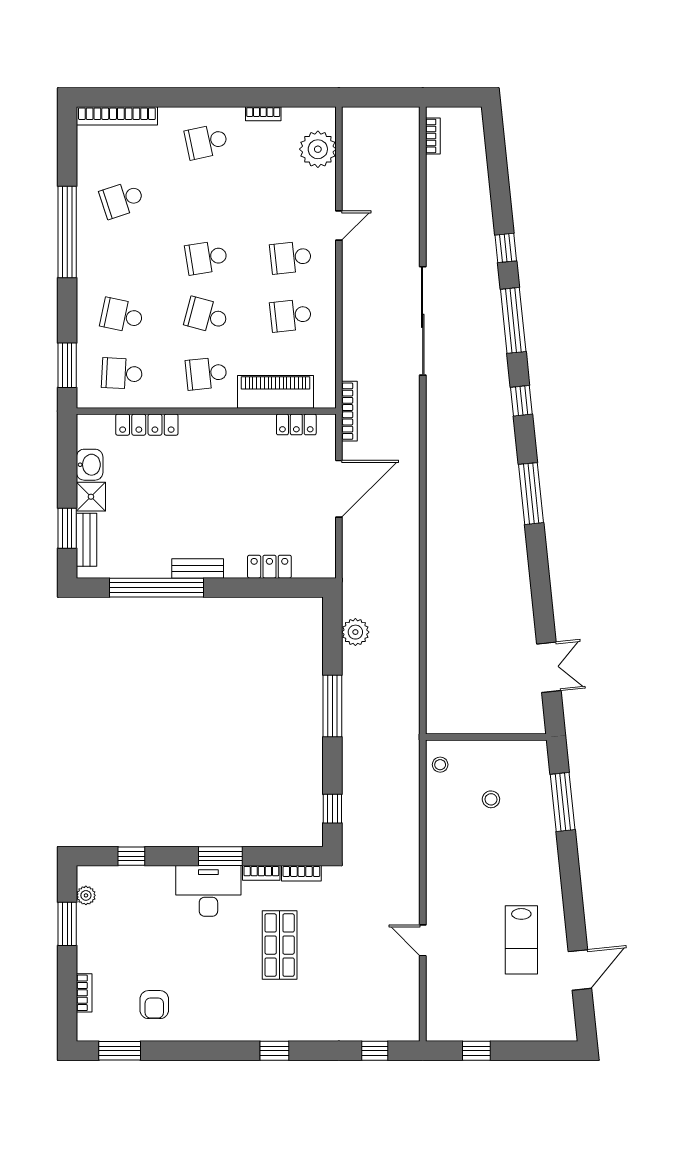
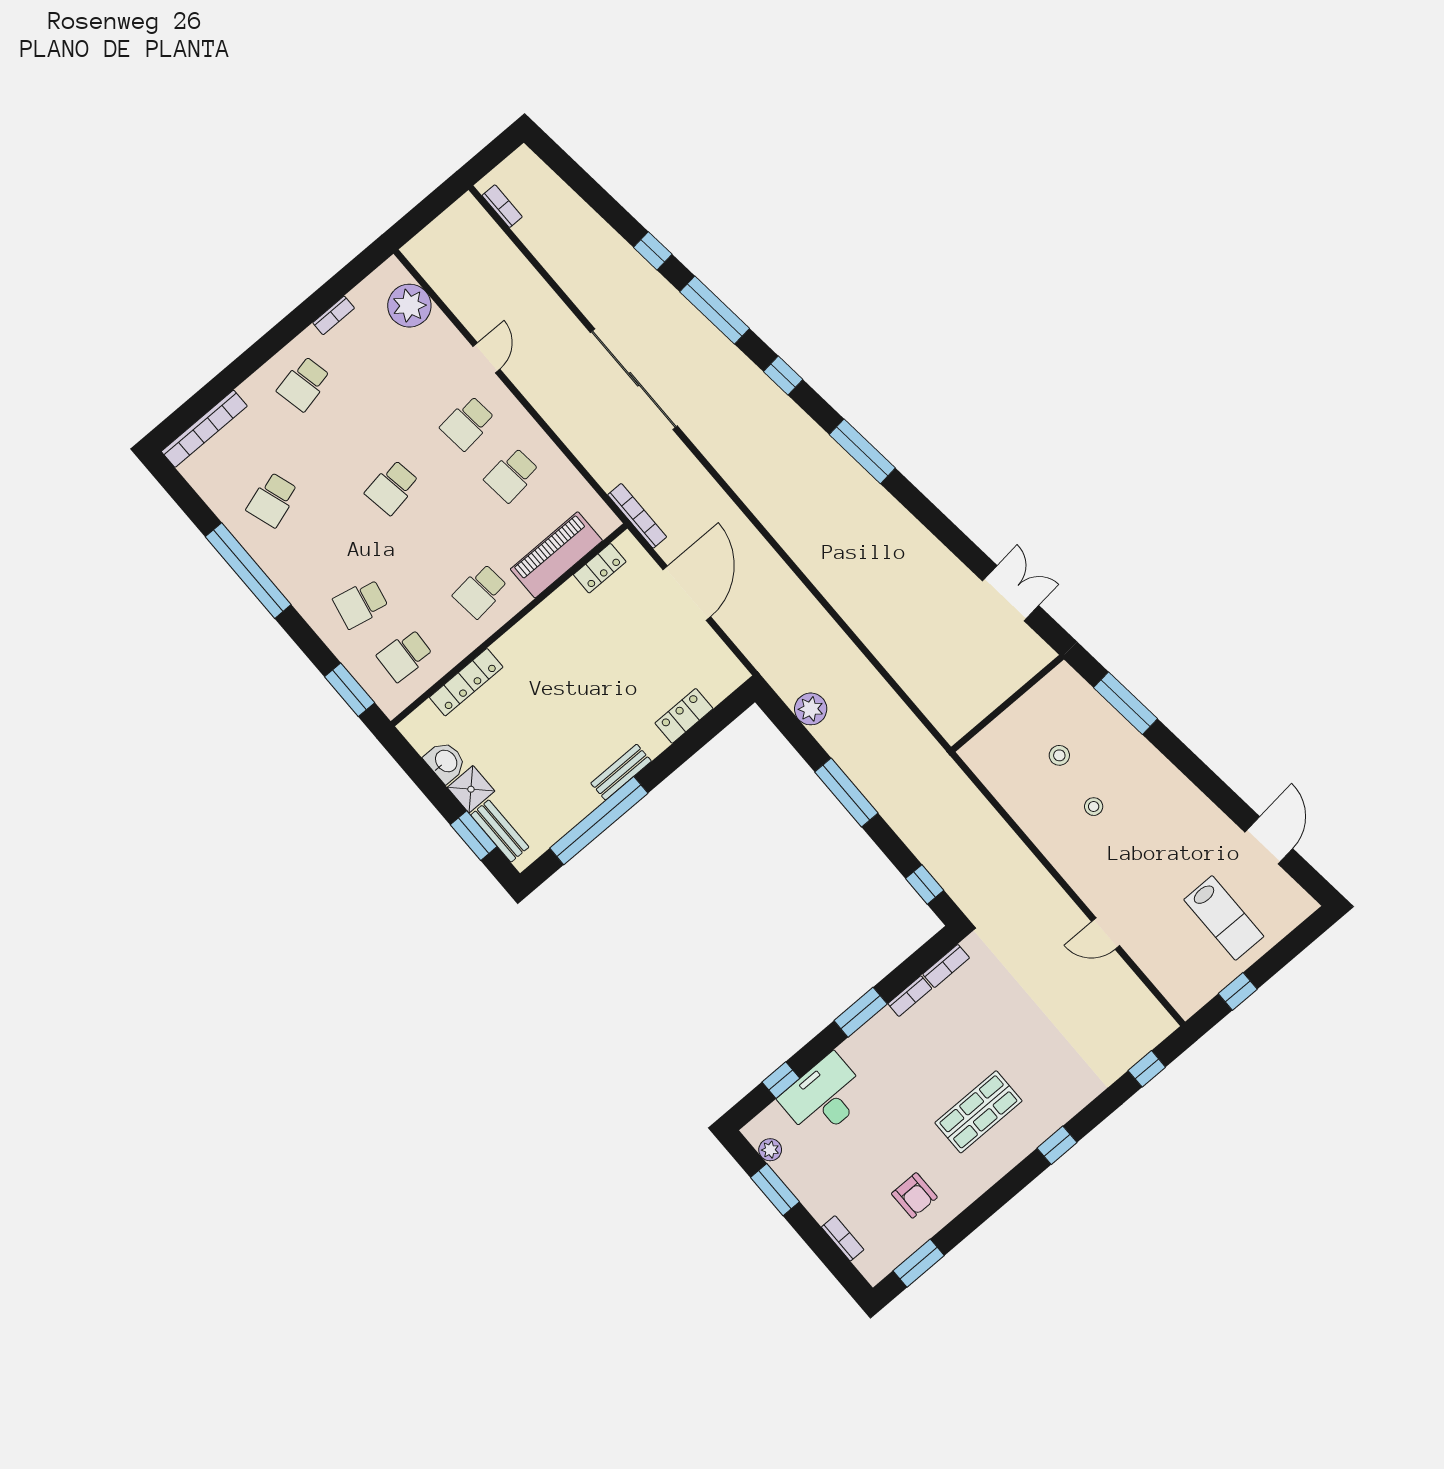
school desk: (206, 315) -> (436, 539), removed
stool: (440, 765) -> (1094, 807), moved
desk: (208, 891) -> (824, 1097), moved
lab bench: (521, 940) -> (1224, 918), moved
shop shelf: (280, 945) -> (978, 1112), moved, turned 90

